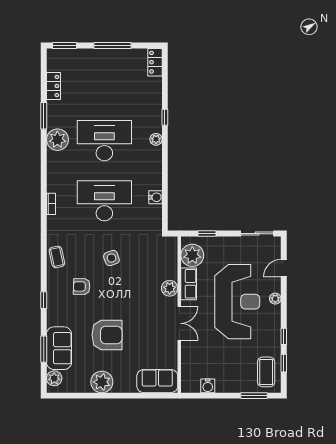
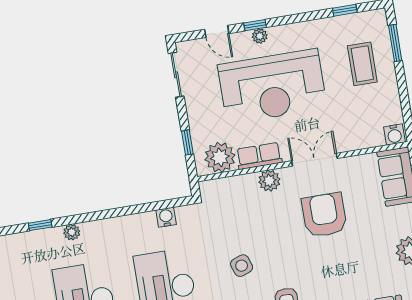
water cooler: (155, 197) -> (166, 217), moved
reception desk: (237, 302) -> (272, 86), turned 180
armchair: (107, 335) -> (324, 215), moved
window: (284, 336) -> (255, 25), moved
coffee table: (266, 372) -> (362, 64), moved, turned 90
water cooler: (208, 386) -> (394, 135), moved, turned 90

